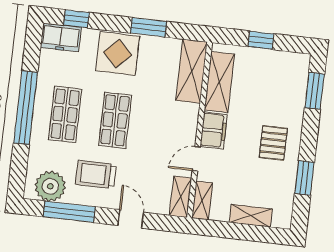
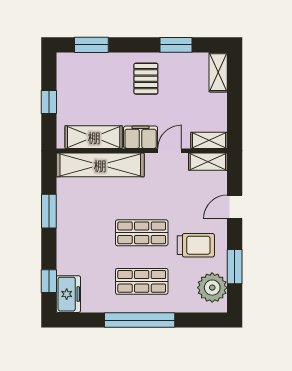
display table: (118, 53) -> (77, 238), removed
shelving: (192, 71) -> (100, 165), width x1.47
pallet: (273, 143) -> (146, 79), turned 90
door: (196, 159) -> (170, 151), swing flipped
trolley: (96, 174) -> (196, 245), turned -90
window: (69, 212) -> (235, 267), width x0.69
shelving: (251, 216) -> (218, 72), moved

